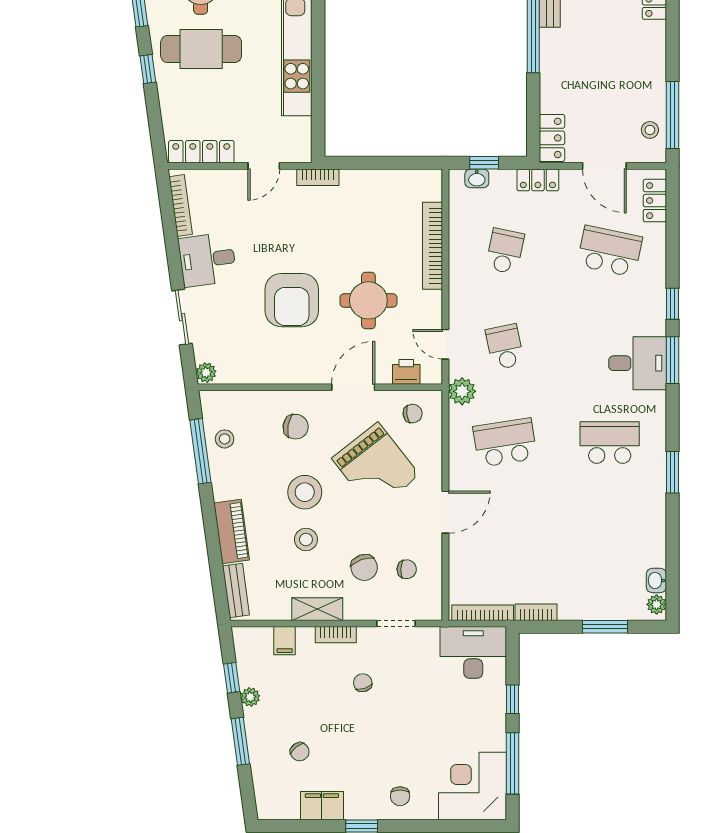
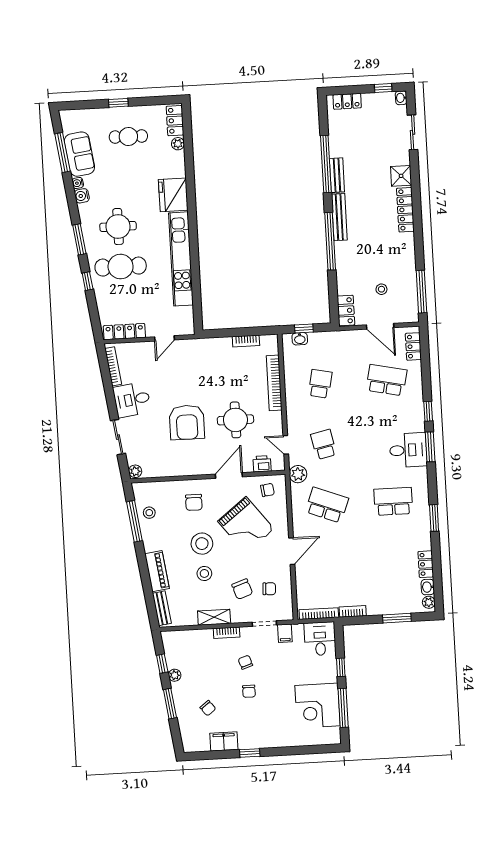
stool: (650, 130) -> (381, 289), moved
bookcase: (318, 177) -> (246, 341), moved
locker: (538, 180) -> (426, 564), moved, turned 90
chair: (296, 427) -> (194, 502), turned 80
school desk: (505, 443) -> (327, 505), turned 30
filing cabinet: (285, 641) -> (285, 633), moved
desk: (473, 652) -> (320, 639), width x0.73
corner desk: (472, 786) -> (318, 706), moved, turned -90
chair: (400, 796) -> (249, 691), moved

